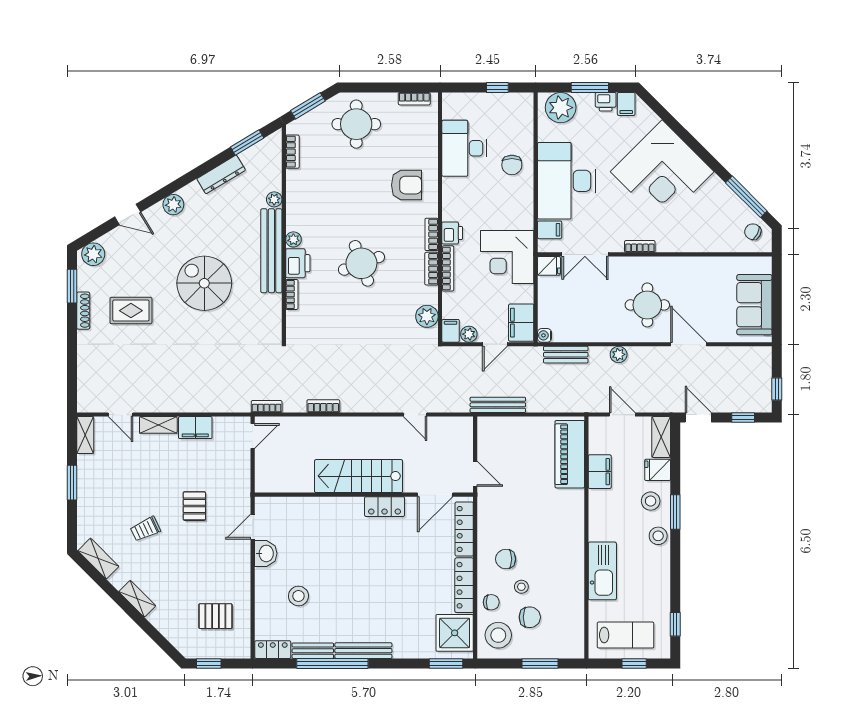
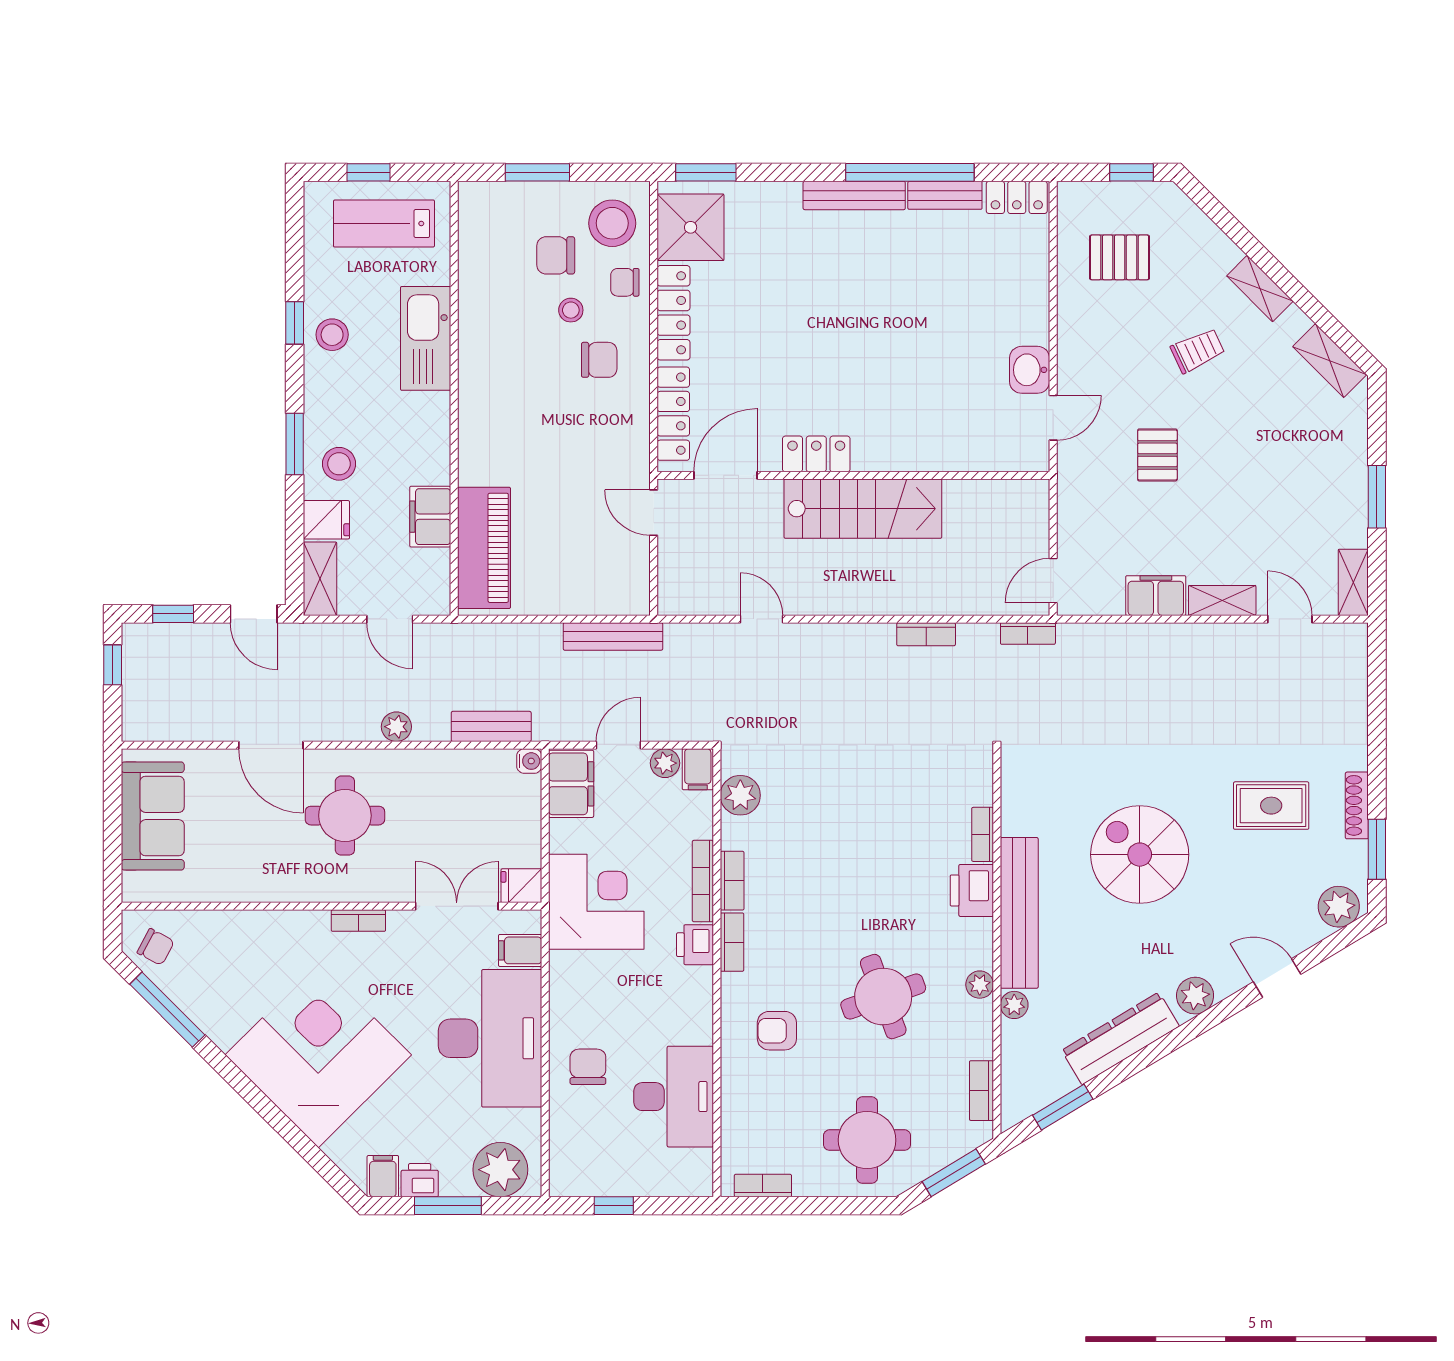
dresser: (221, 174) -> (1120, 1038), width x1.37, depth x1.24
armchair: (406, 185) -> (777, 1031), width x0.72, depth x0.72
plant: (293, 239) -> (980, 985), moved
round table: (361, 263) -> (883, 997), moved
spiral stairs: (204, 283) -> (1140, 855), turned 180
trolley: (145, 529) -> (1198, 351), moved
stool: (658, 536) -> (332, 335), moved
stool: (298, 596) -> (971, 294), removed
window: (675, 624) -> (295, 323), moved

